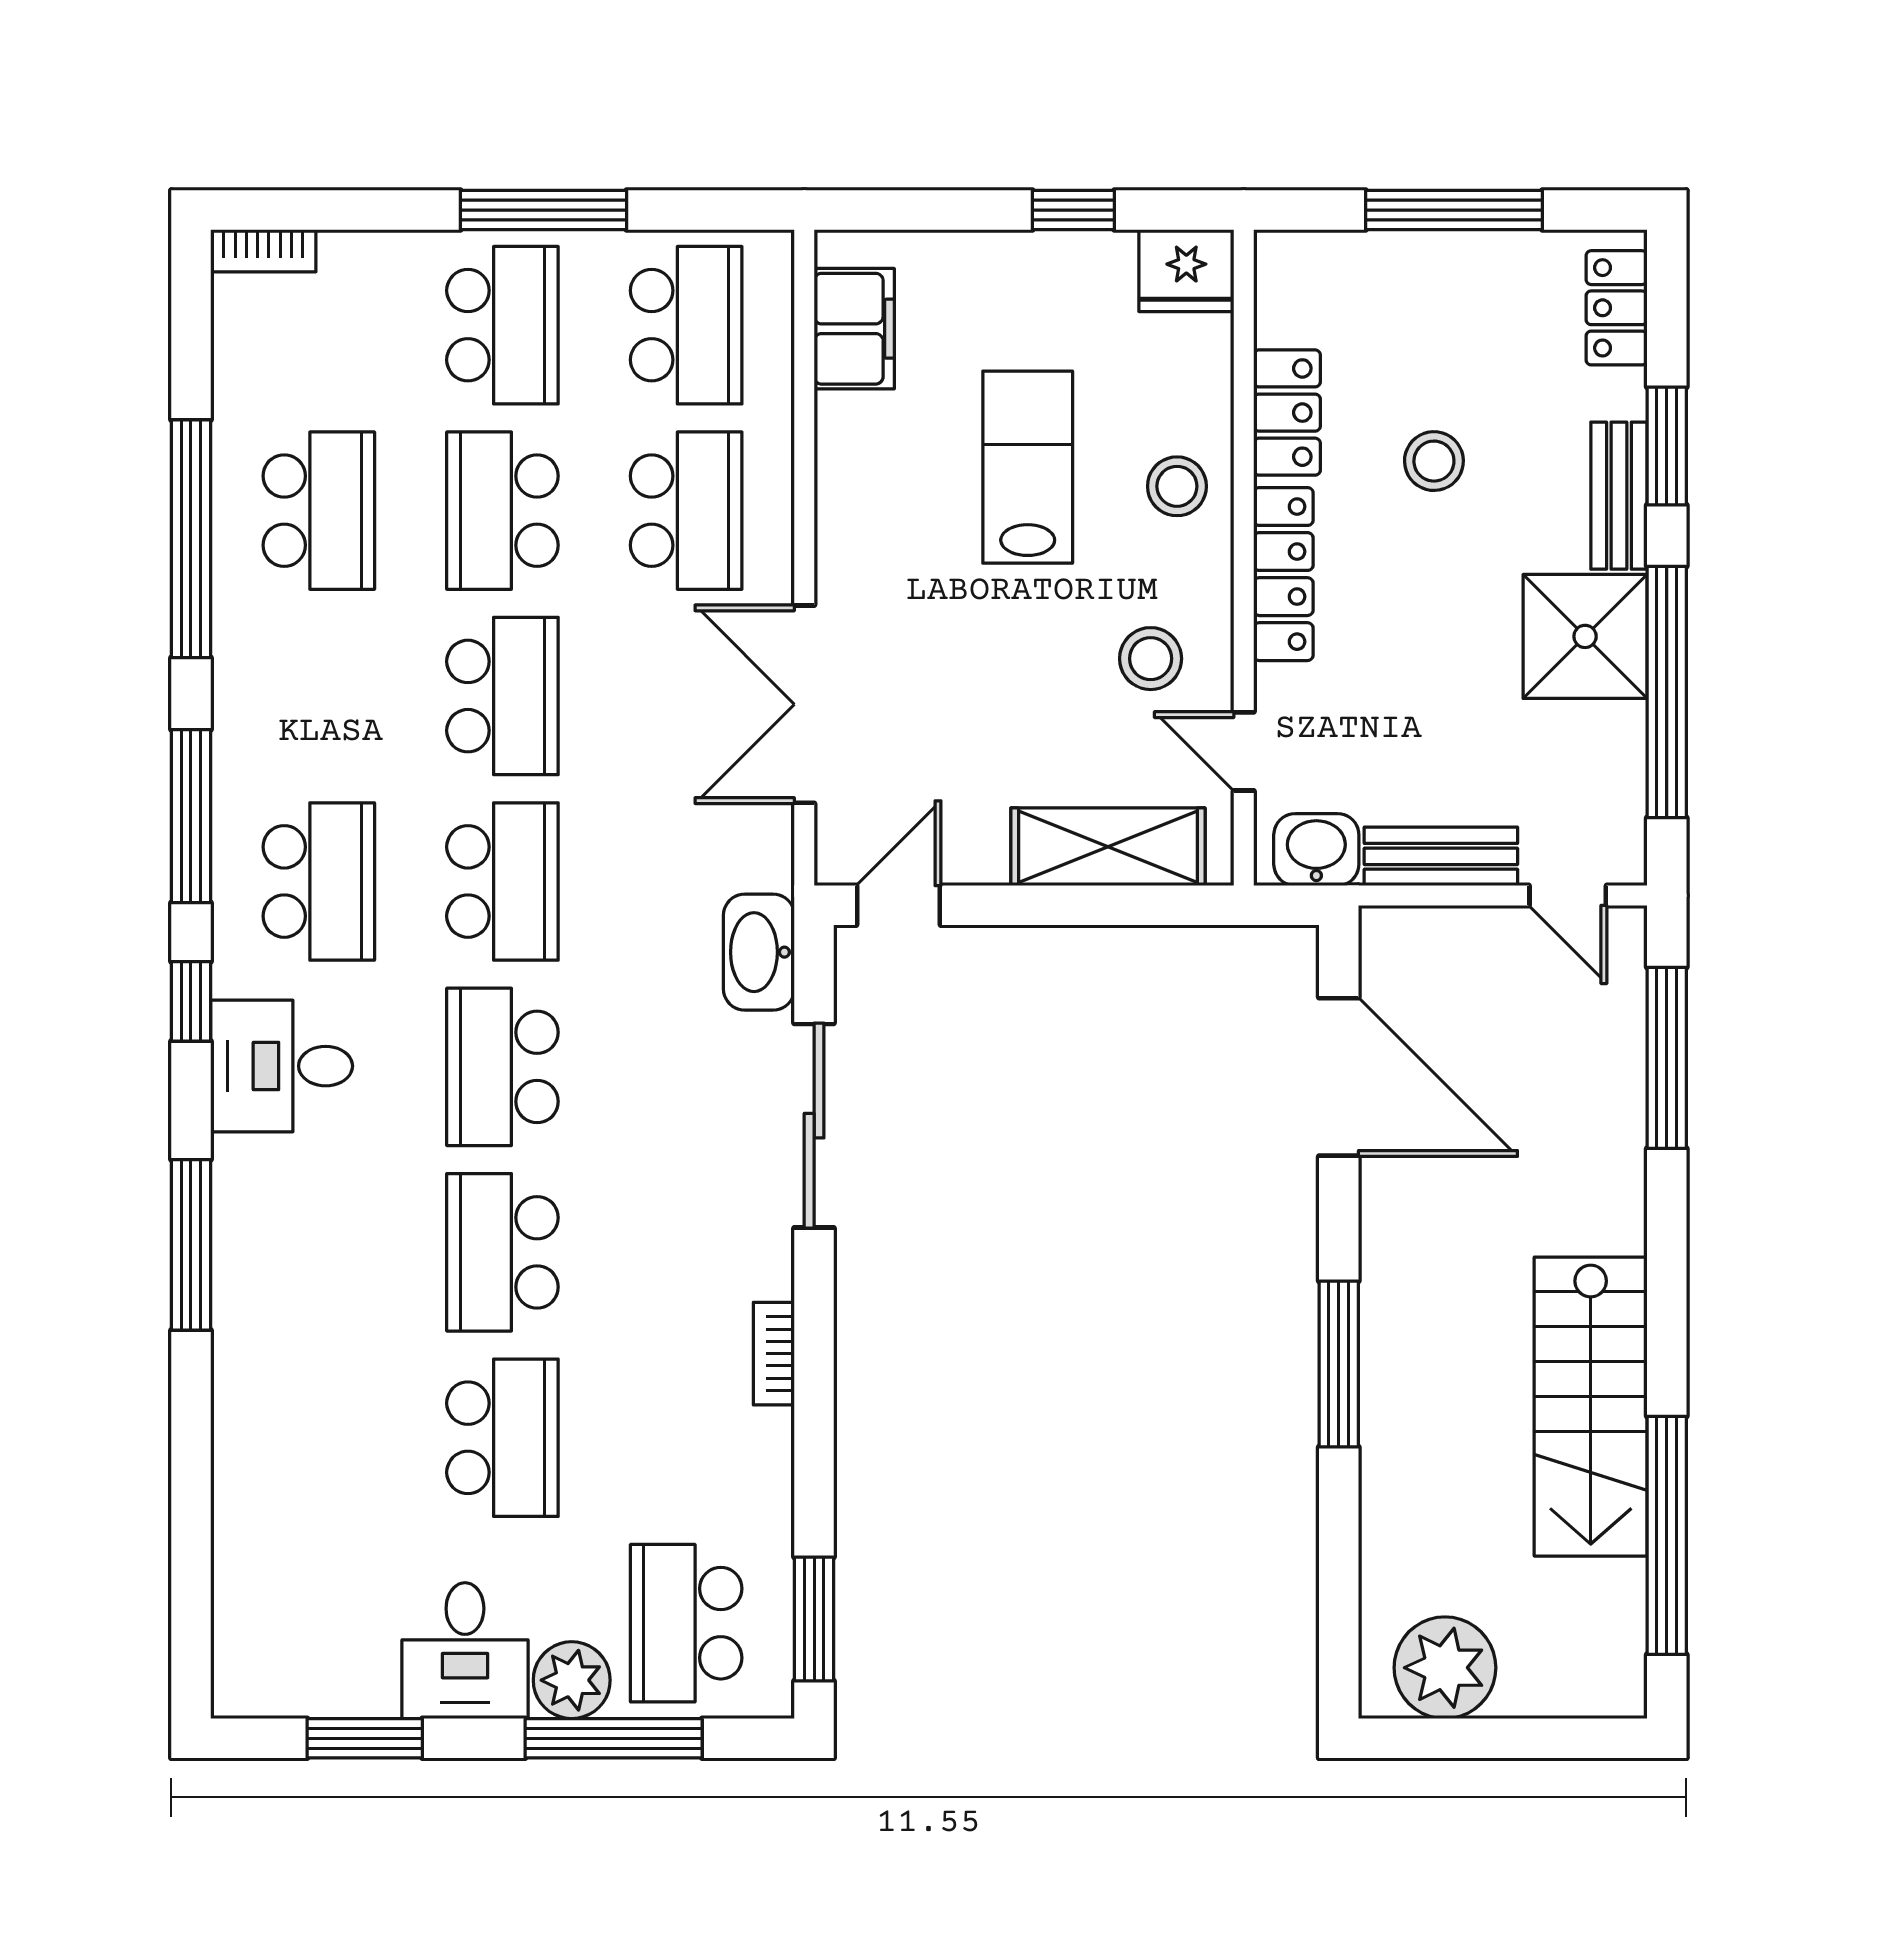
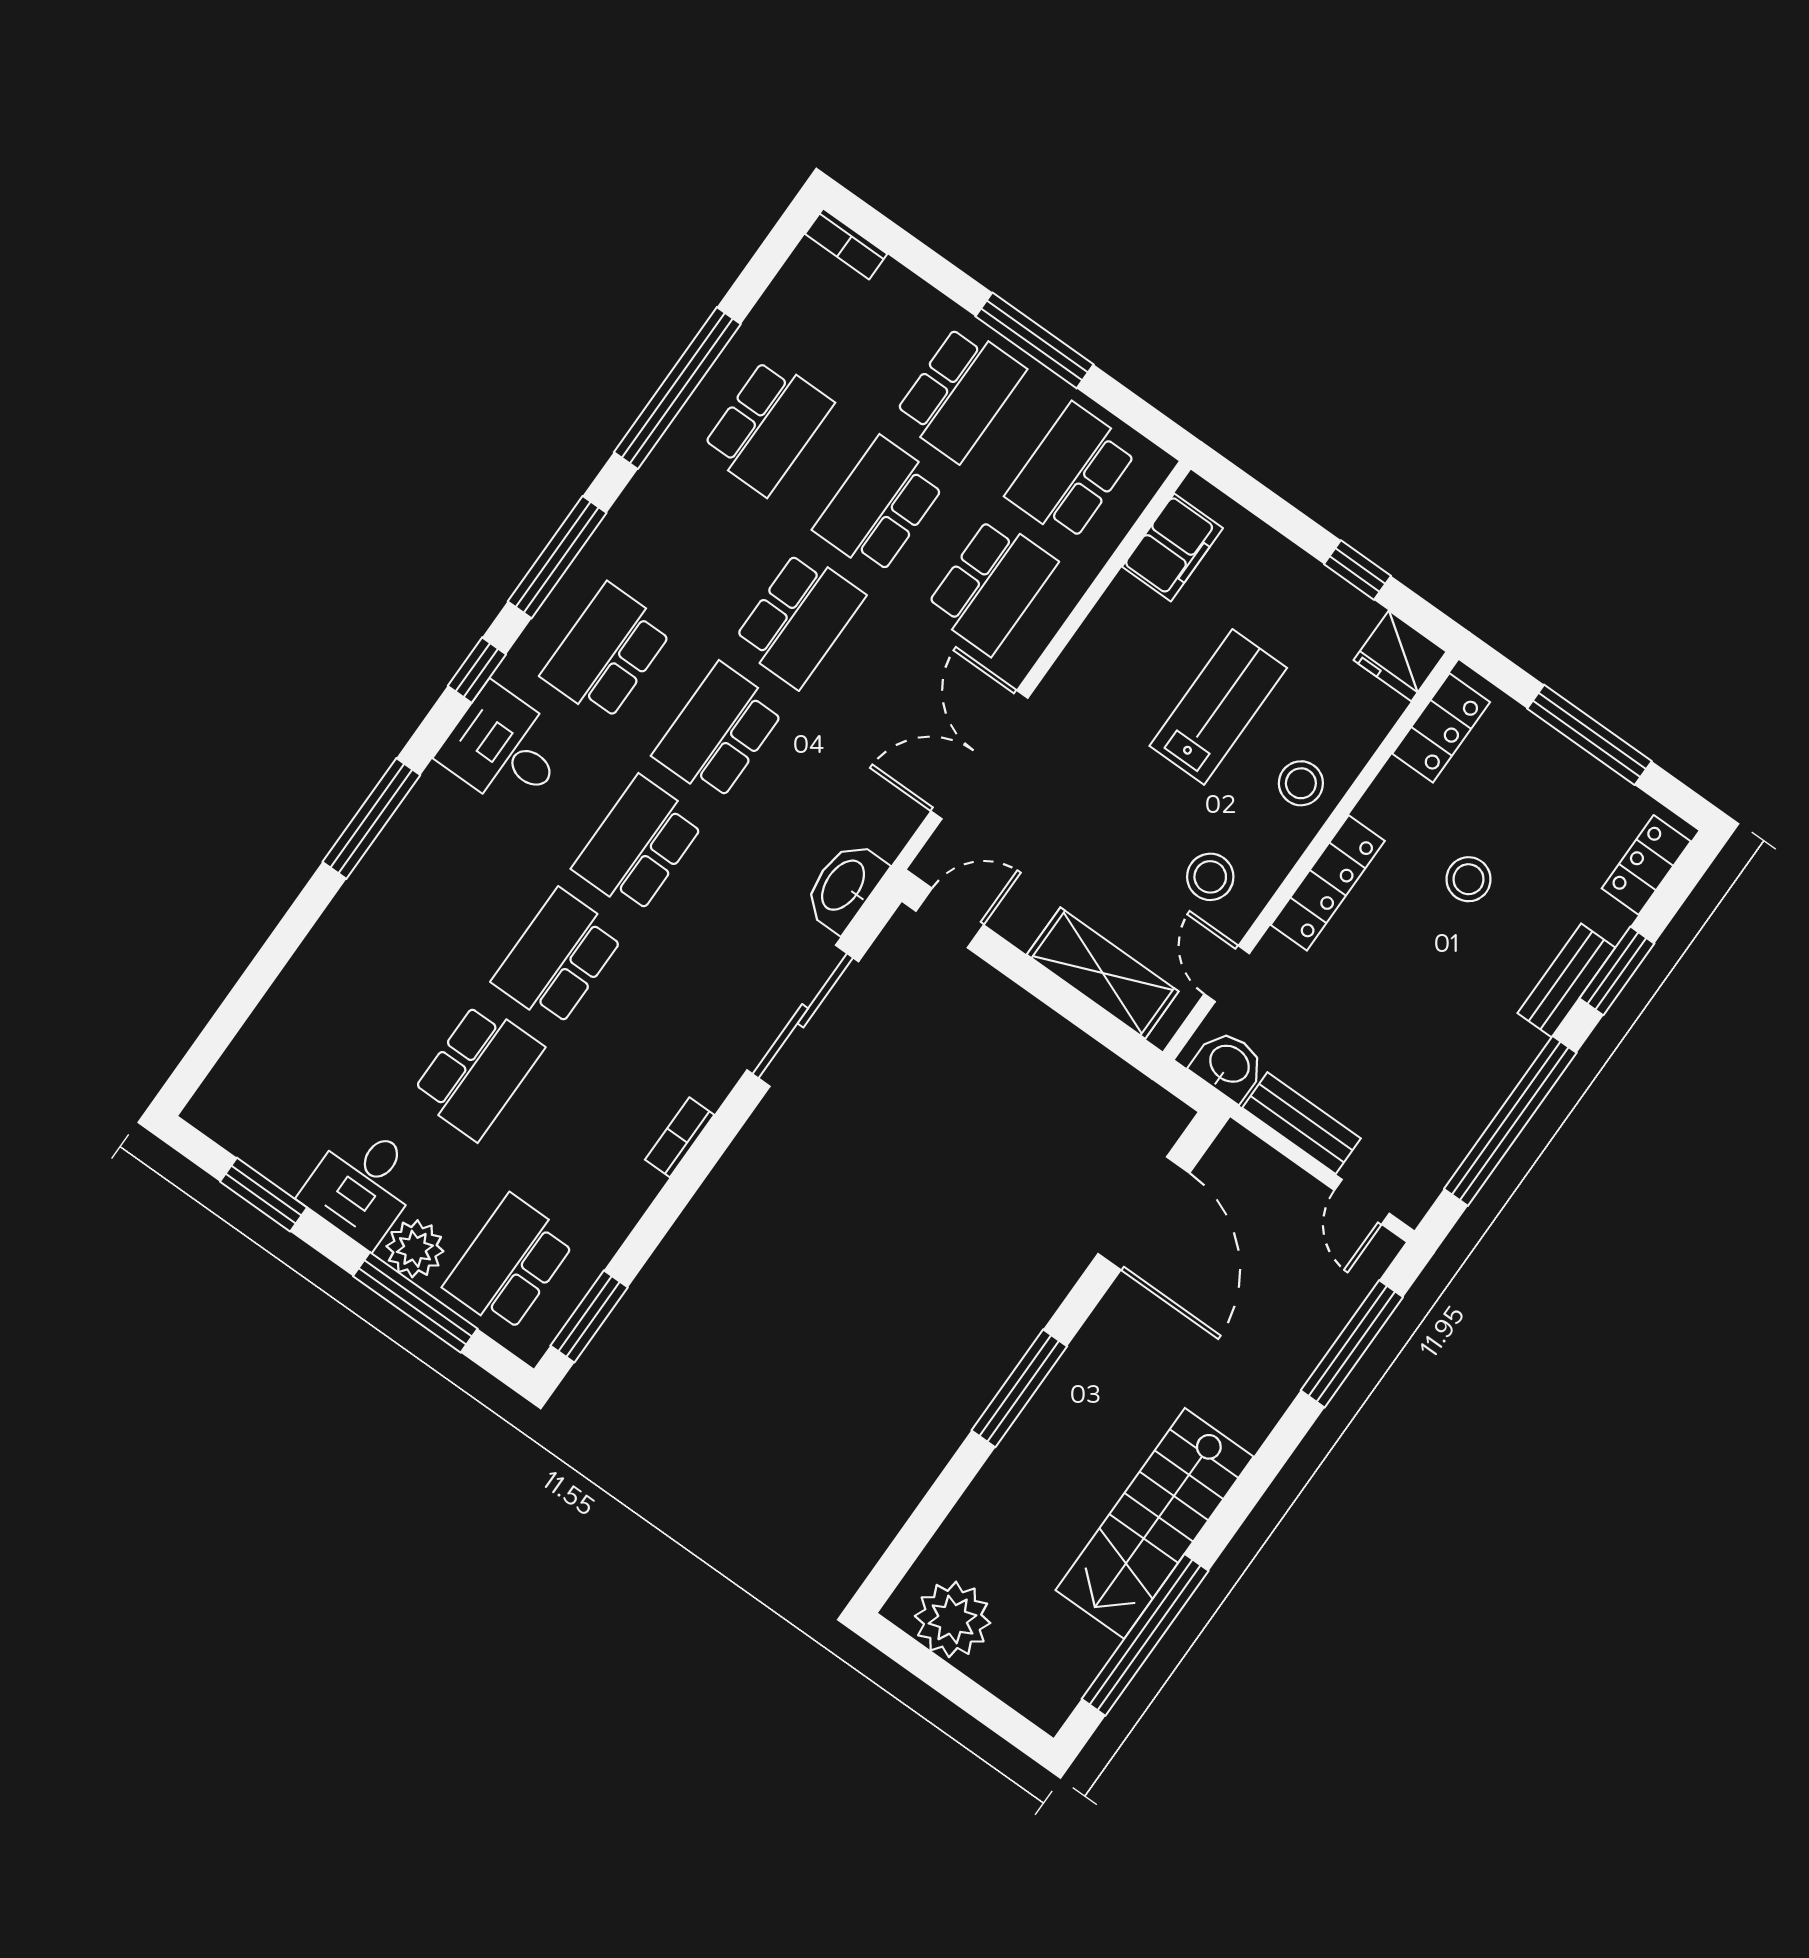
school desk: (686, 325) -> (1072, 472), turned 180
locker: (1287, 413) -> (1441, 728), moved
shower: (1585, 636) -> (1485, 1052), removed
school desk: (319, 881) -> (607, 652), turned 180
school desk: (502, 881) -> (719, 732), turned 180

